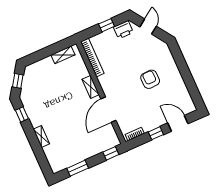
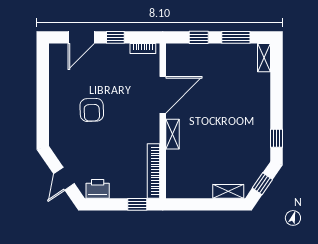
window: (107, 25) -> (137, 204), moved
shelving: (63, 55) -> (228, 191), moved
door: (178, 123) -> (81, 37), hinge flipped
shelving: (41, 137) -> (264, 58), moved
window: (111, 153) -> (199, 37), moved

